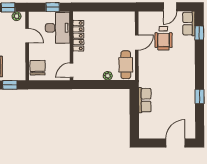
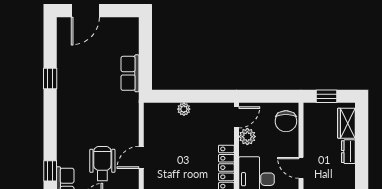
plant: (64, 57) -> (247, 137), added
cafe table: (126, 65) -> (157, 125), removed

